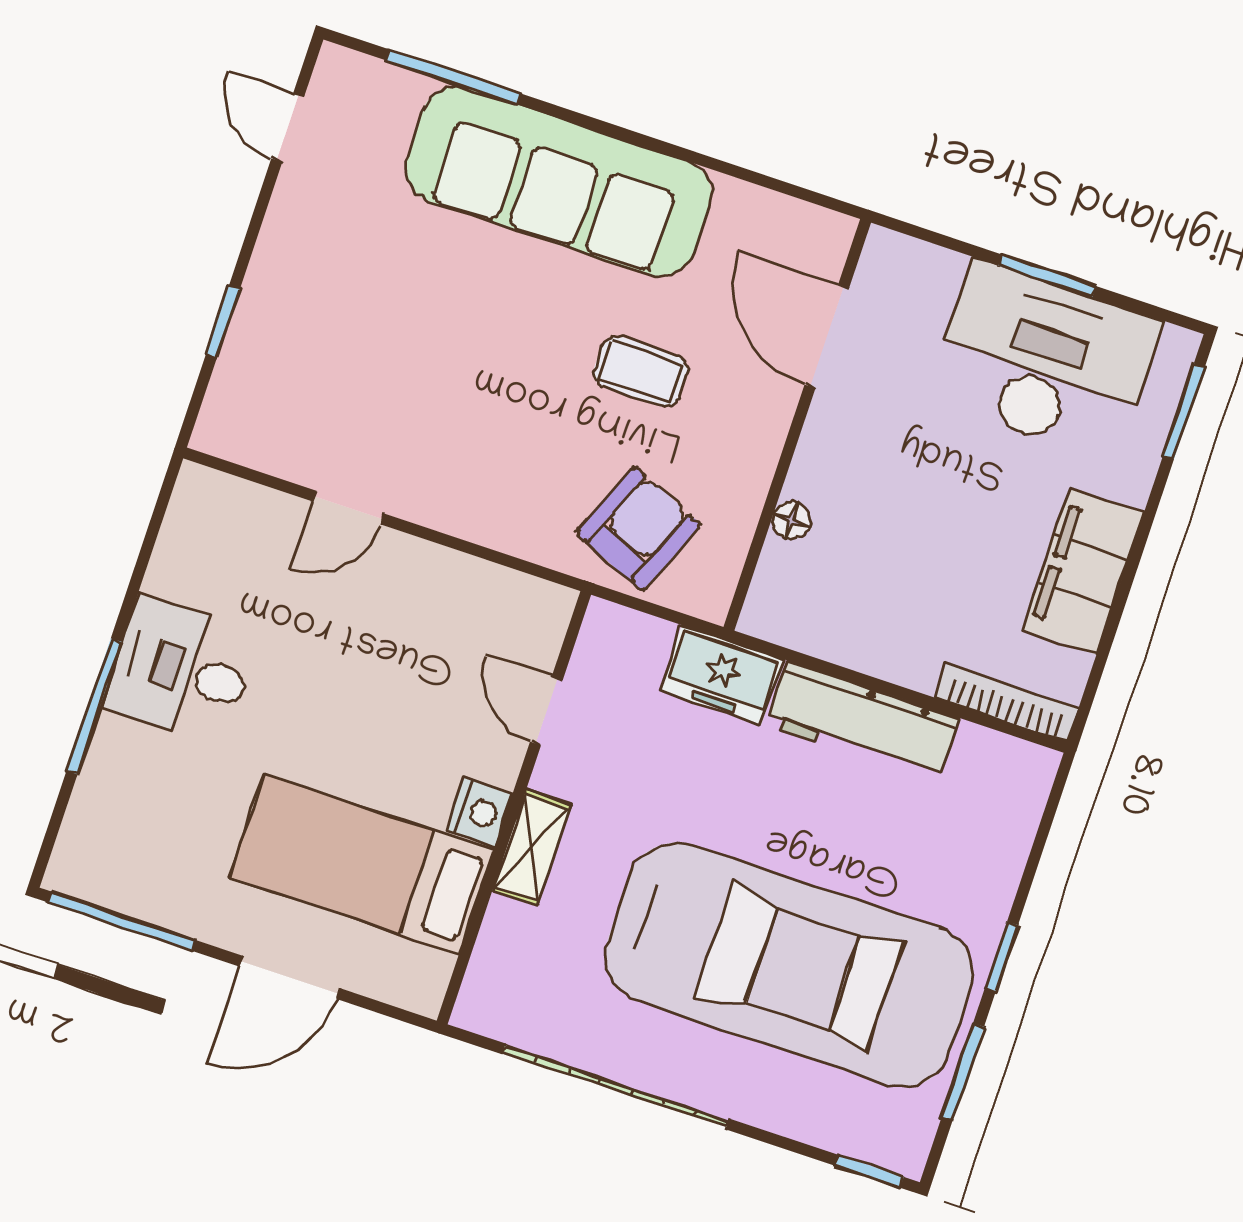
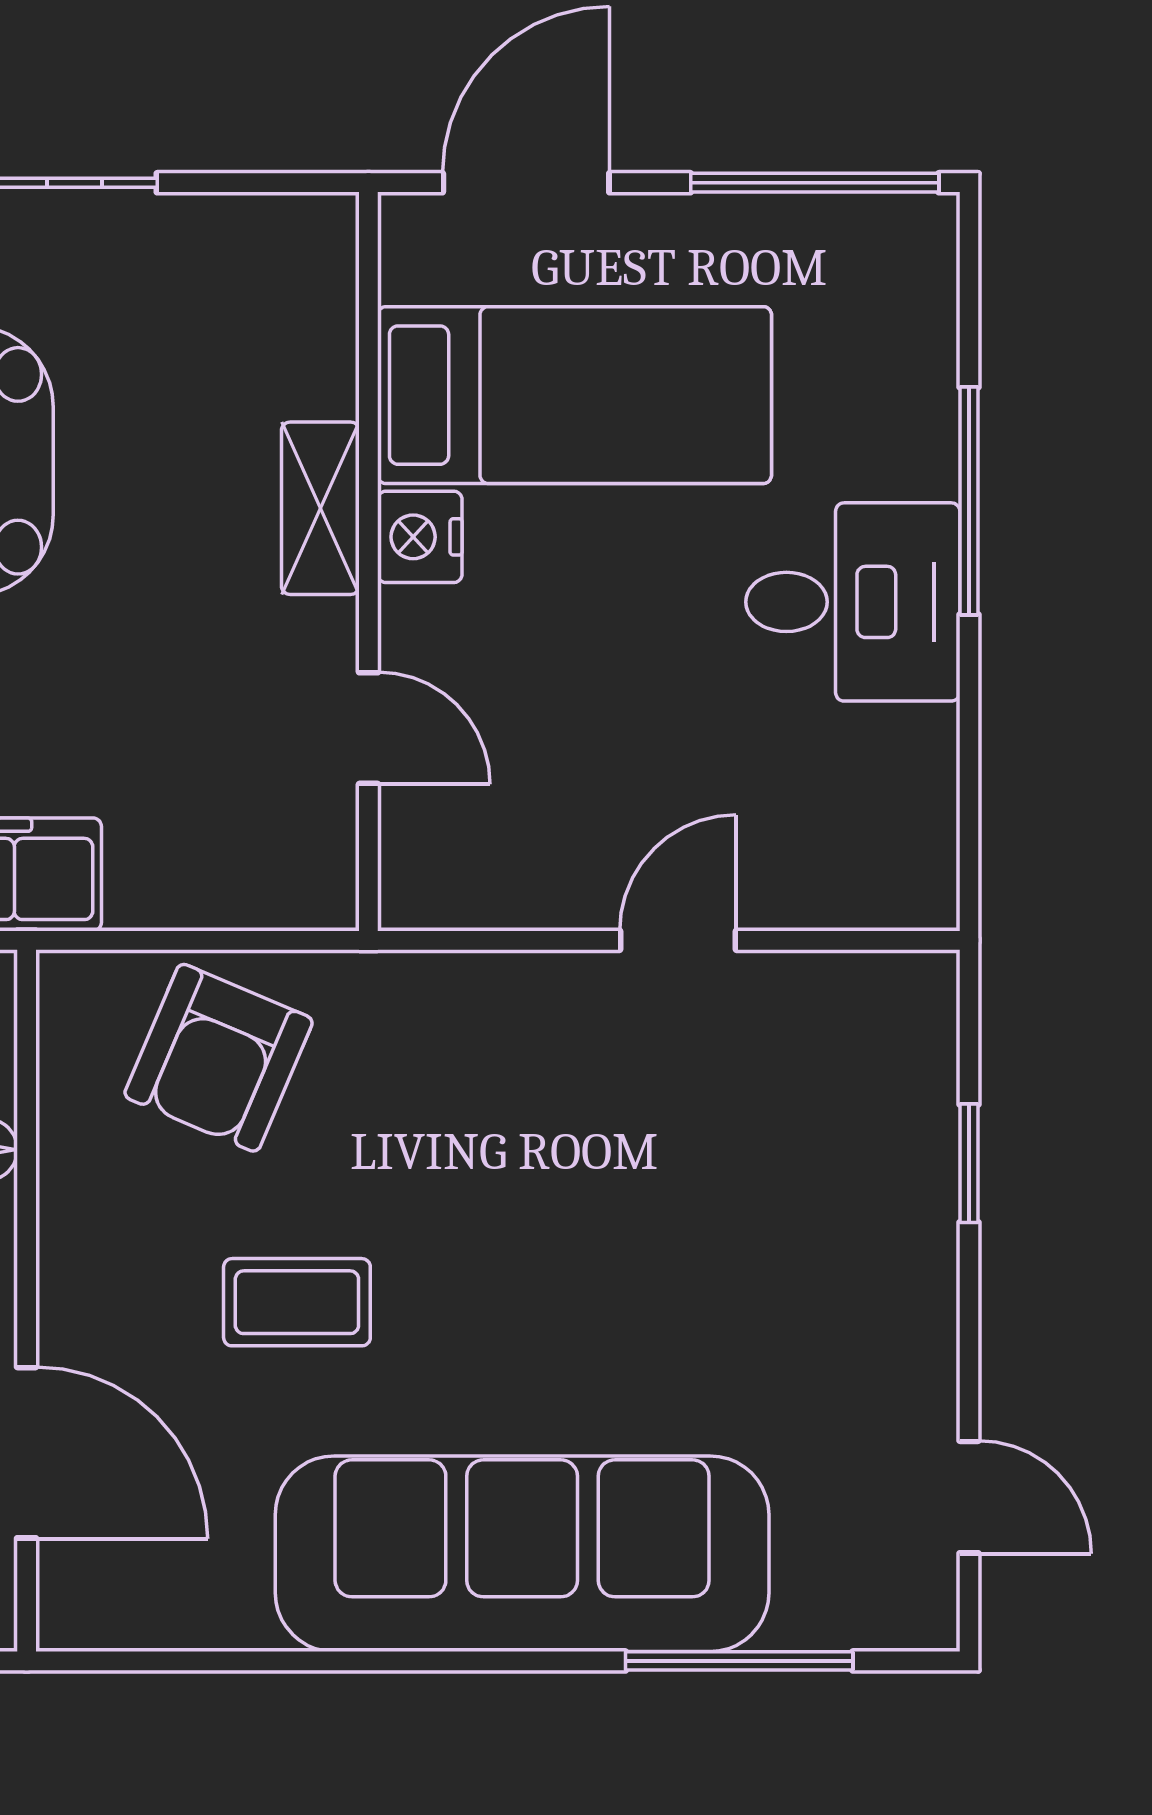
door: (546, 711) -> (368, 728), moved
wall: (514, 808) -> (368, 561), moved
nightstand: (479, 812) -> (420, 537), moved
shelving: (532, 848) -> (320, 508), moved
bed: (362, 864) -> (575, 395), moved

